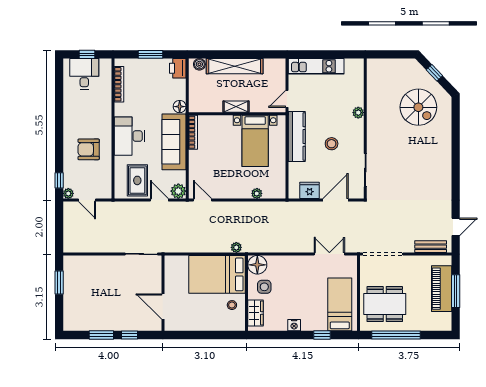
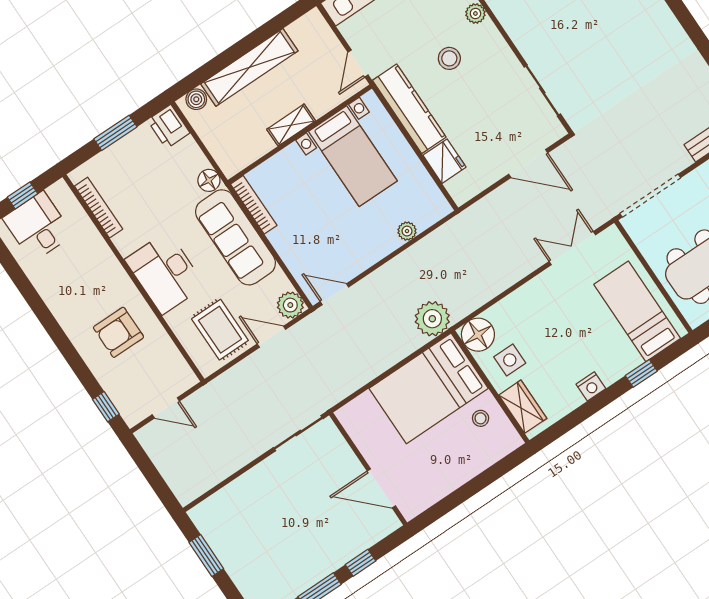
stool: (332, 144) -> (449, 58), moved
fridge: (310, 190) -> (445, 161), moved, turned 90
plant: (68, 193) -> (132, 417), removed
door: (335, 200) -> (528, 163), swing flipped
plant: (236, 247) -> (432, 319), width x1.87, depth x1.87

